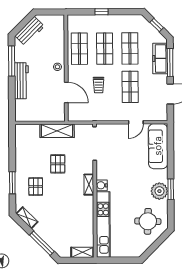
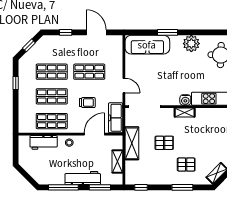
window: (102, 12) -> (16, 83), moved
workbench: (30, 31) -> (44, 142), moved, turned 135
freezer: (160, 58) -> (116, 118), moved, turned 90
window: (170, 63) -> (66, 32), width x0.46
window: (12, 98) -> (100, 187), added
shelving: (38, 116) -> (117, 162), added
door: (136, 122) -> (124, 86), moved
window: (12, 140) -> (141, 187), added
window: (171, 189) -> (167, 32), moved

